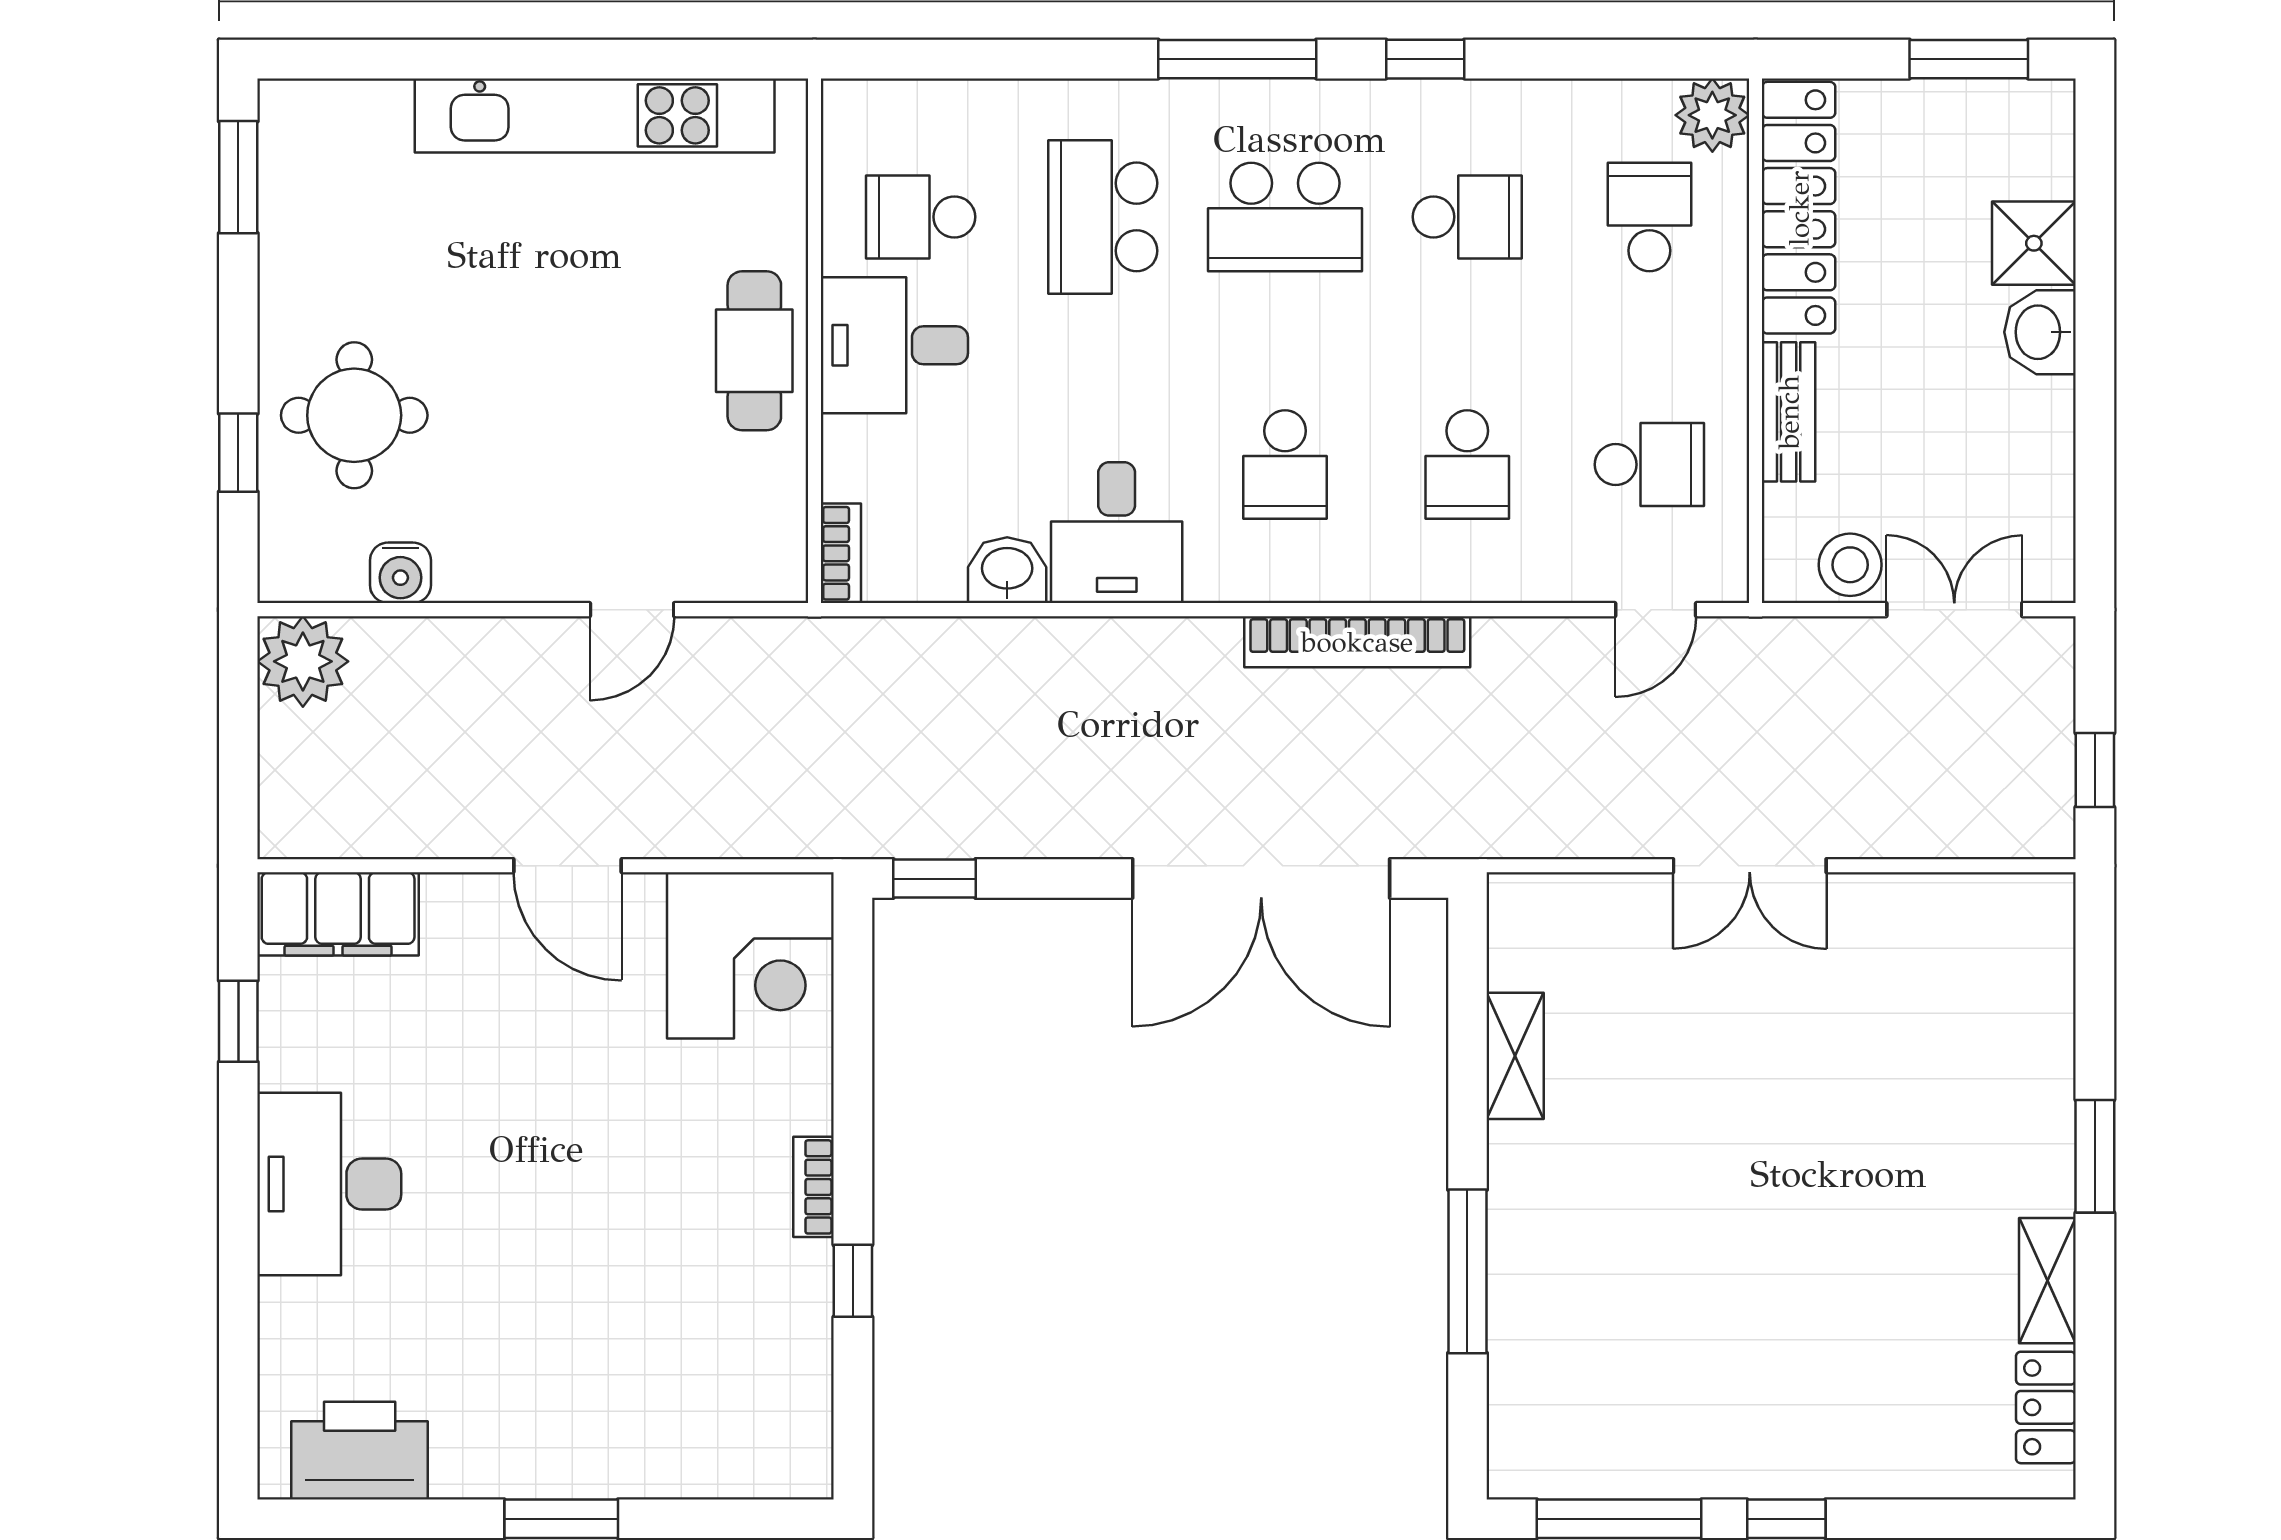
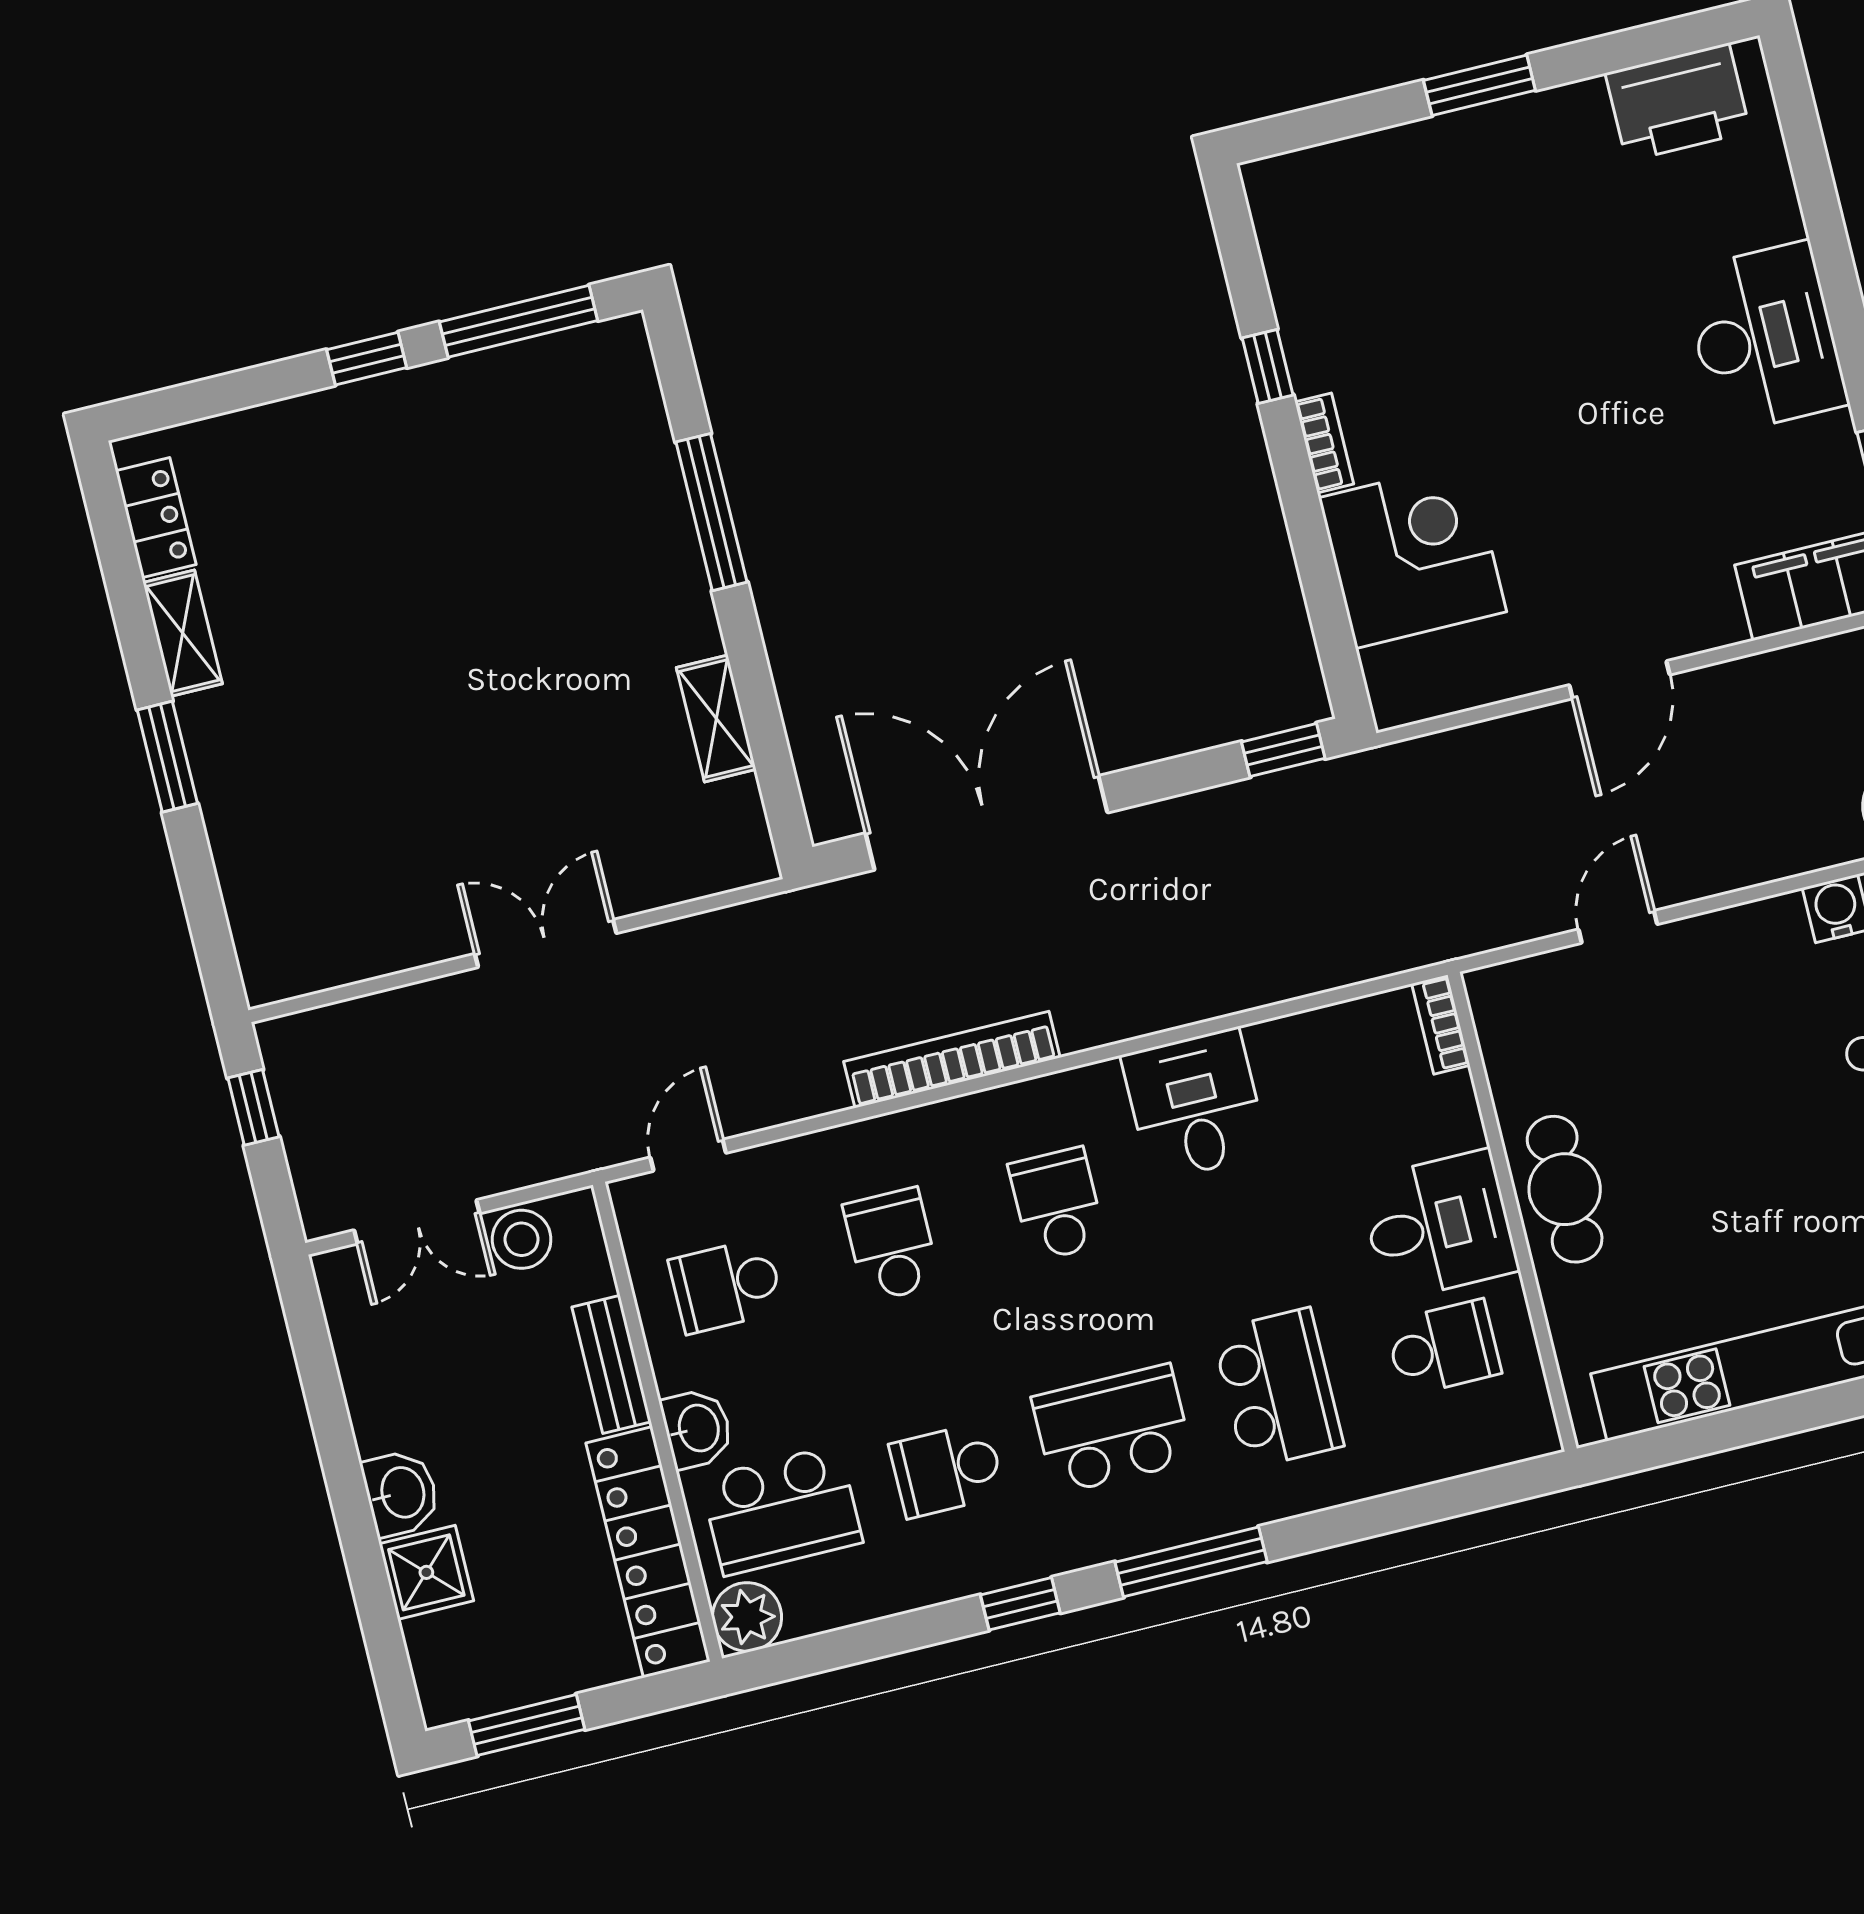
school desk: (1649, 217) -> (781, 1510), width x1.85
washbasin: (1007, 570) -> (697, 1428), moved, turned -90
door: (567, 866) -> (1619, 680), swing flipped
corner desk: (750, 955) -> (1412, 555), moved, turned 90

